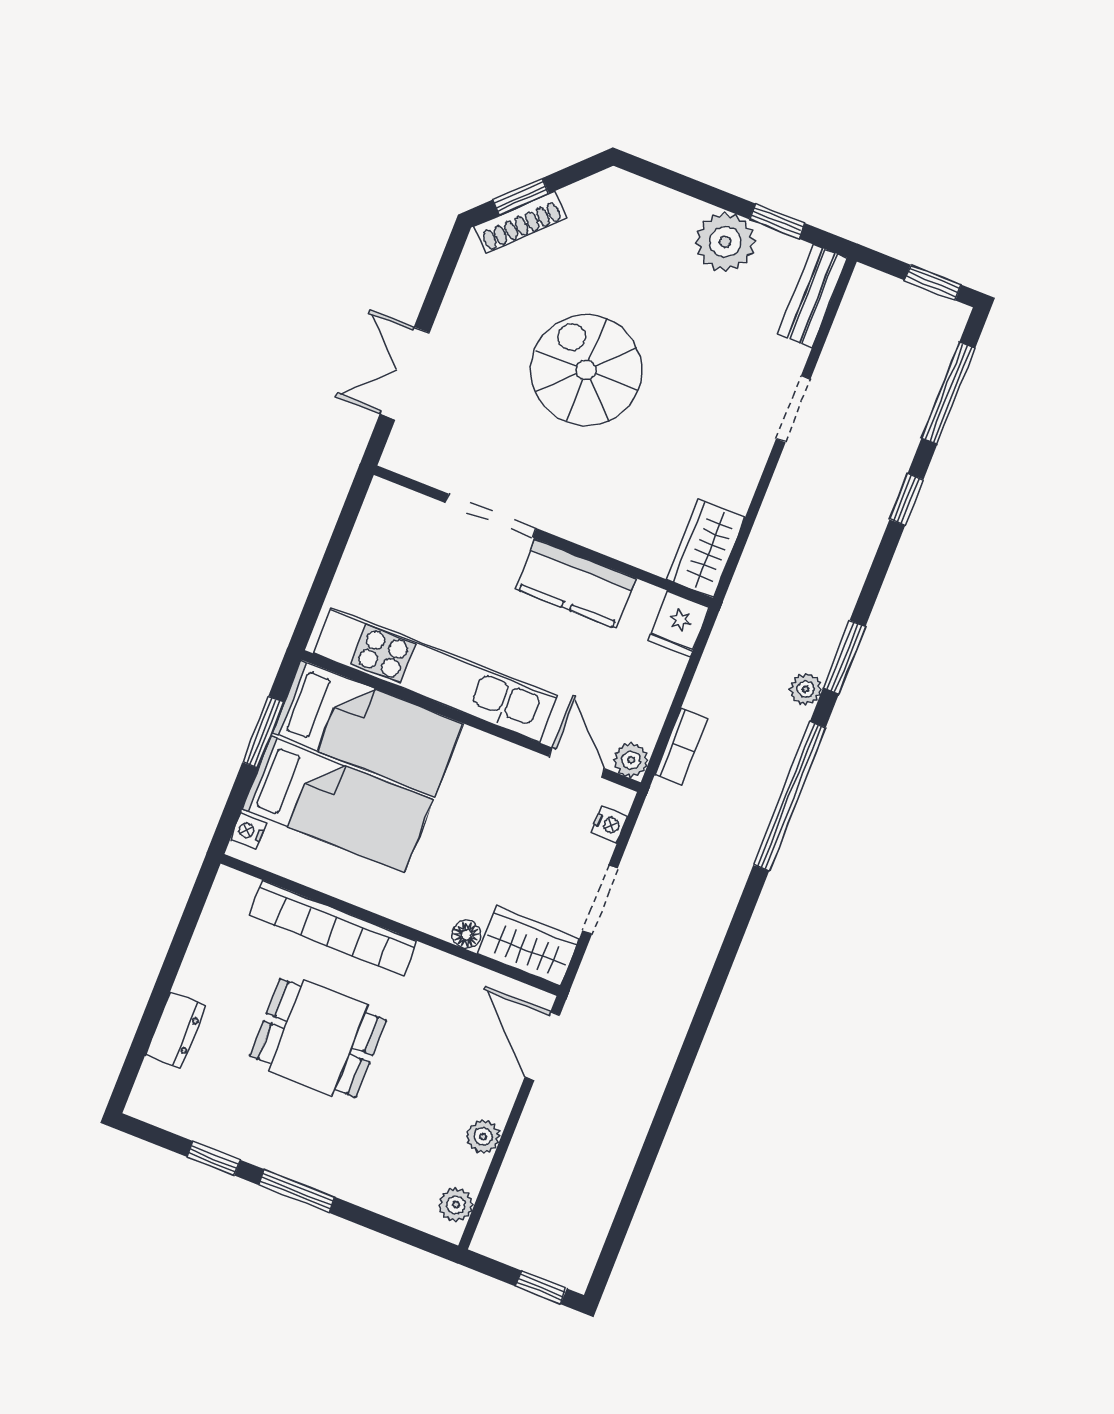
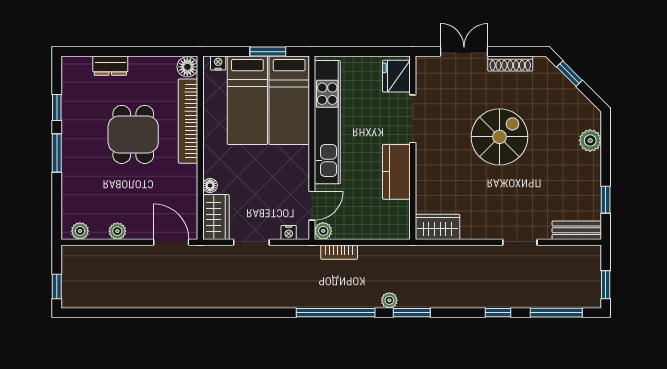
shoe rack: (520, 222) -> (510, 63), moved, turned -45
plant: (725, 242) -> (590, 140), moved, width x0.73, depth x0.73
fridge: (679, 624) -> (396, 76), moved, width x1.38
floor lamp: (233, 890) -> (187, 67), added
door: (542, 1046) -> (171, 242), hinge flipped

